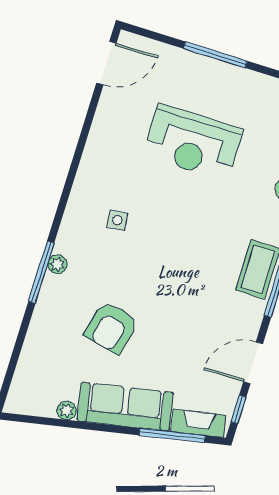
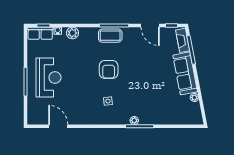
door: (106, 63) -> (58, 126), moved
reception desk: (193, 143) -> (49, 78), moved
armchair: (111, 327) -> (109, 69), moved, turned 77

